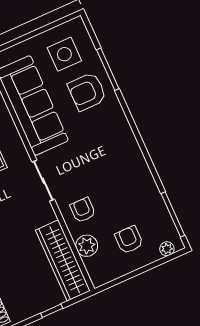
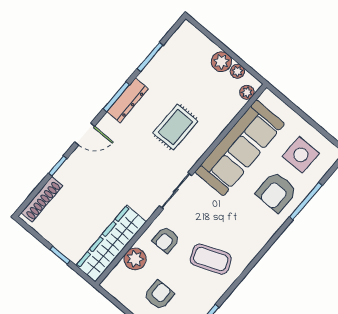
armchair: (87, 92) -> (276, 192), turned -90
coffee table: (119, 178) -> (211, 259), added
armchair: (83, 210) -> (166, 240), turned 180

